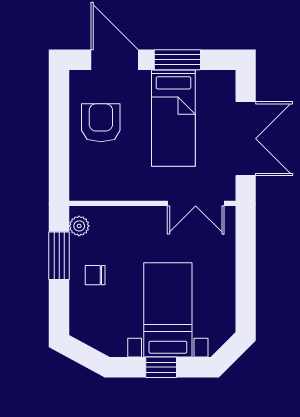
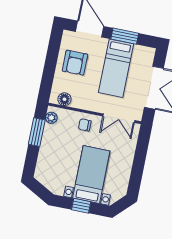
armchair: (101, 123) -> (75, 63), turned 180
floor lamp: (95, 189) -> (64, 99), added
chair: (95, 275) -> (85, 125), moved

